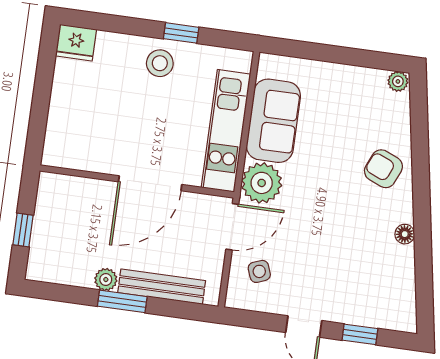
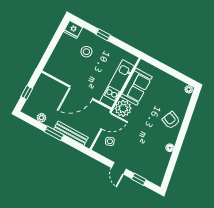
window: (181, 33) -> (103, 35), moved
stool: (160, 63) -> (86, 52), moved
plant: (106, 280) -> (42, 118), moved

